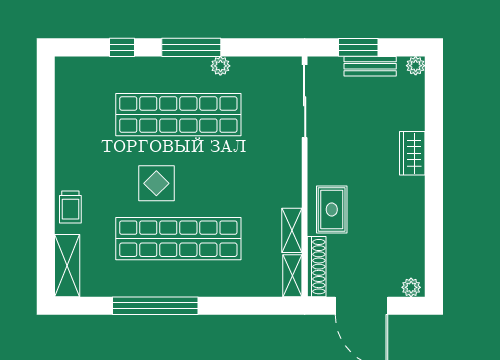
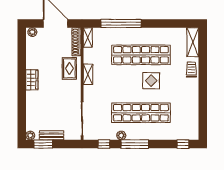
window: (122, 47) -> (183, 144), moved
window: (257, 47) -> (104, 144), added
window: (358, 47) -> (43, 144), moved
wardrobe: (412, 153) -> (32, 80), moved
shelving: (292, 230) -> (88, 74), moved
window: (155, 306) -> (121, 23), moved

